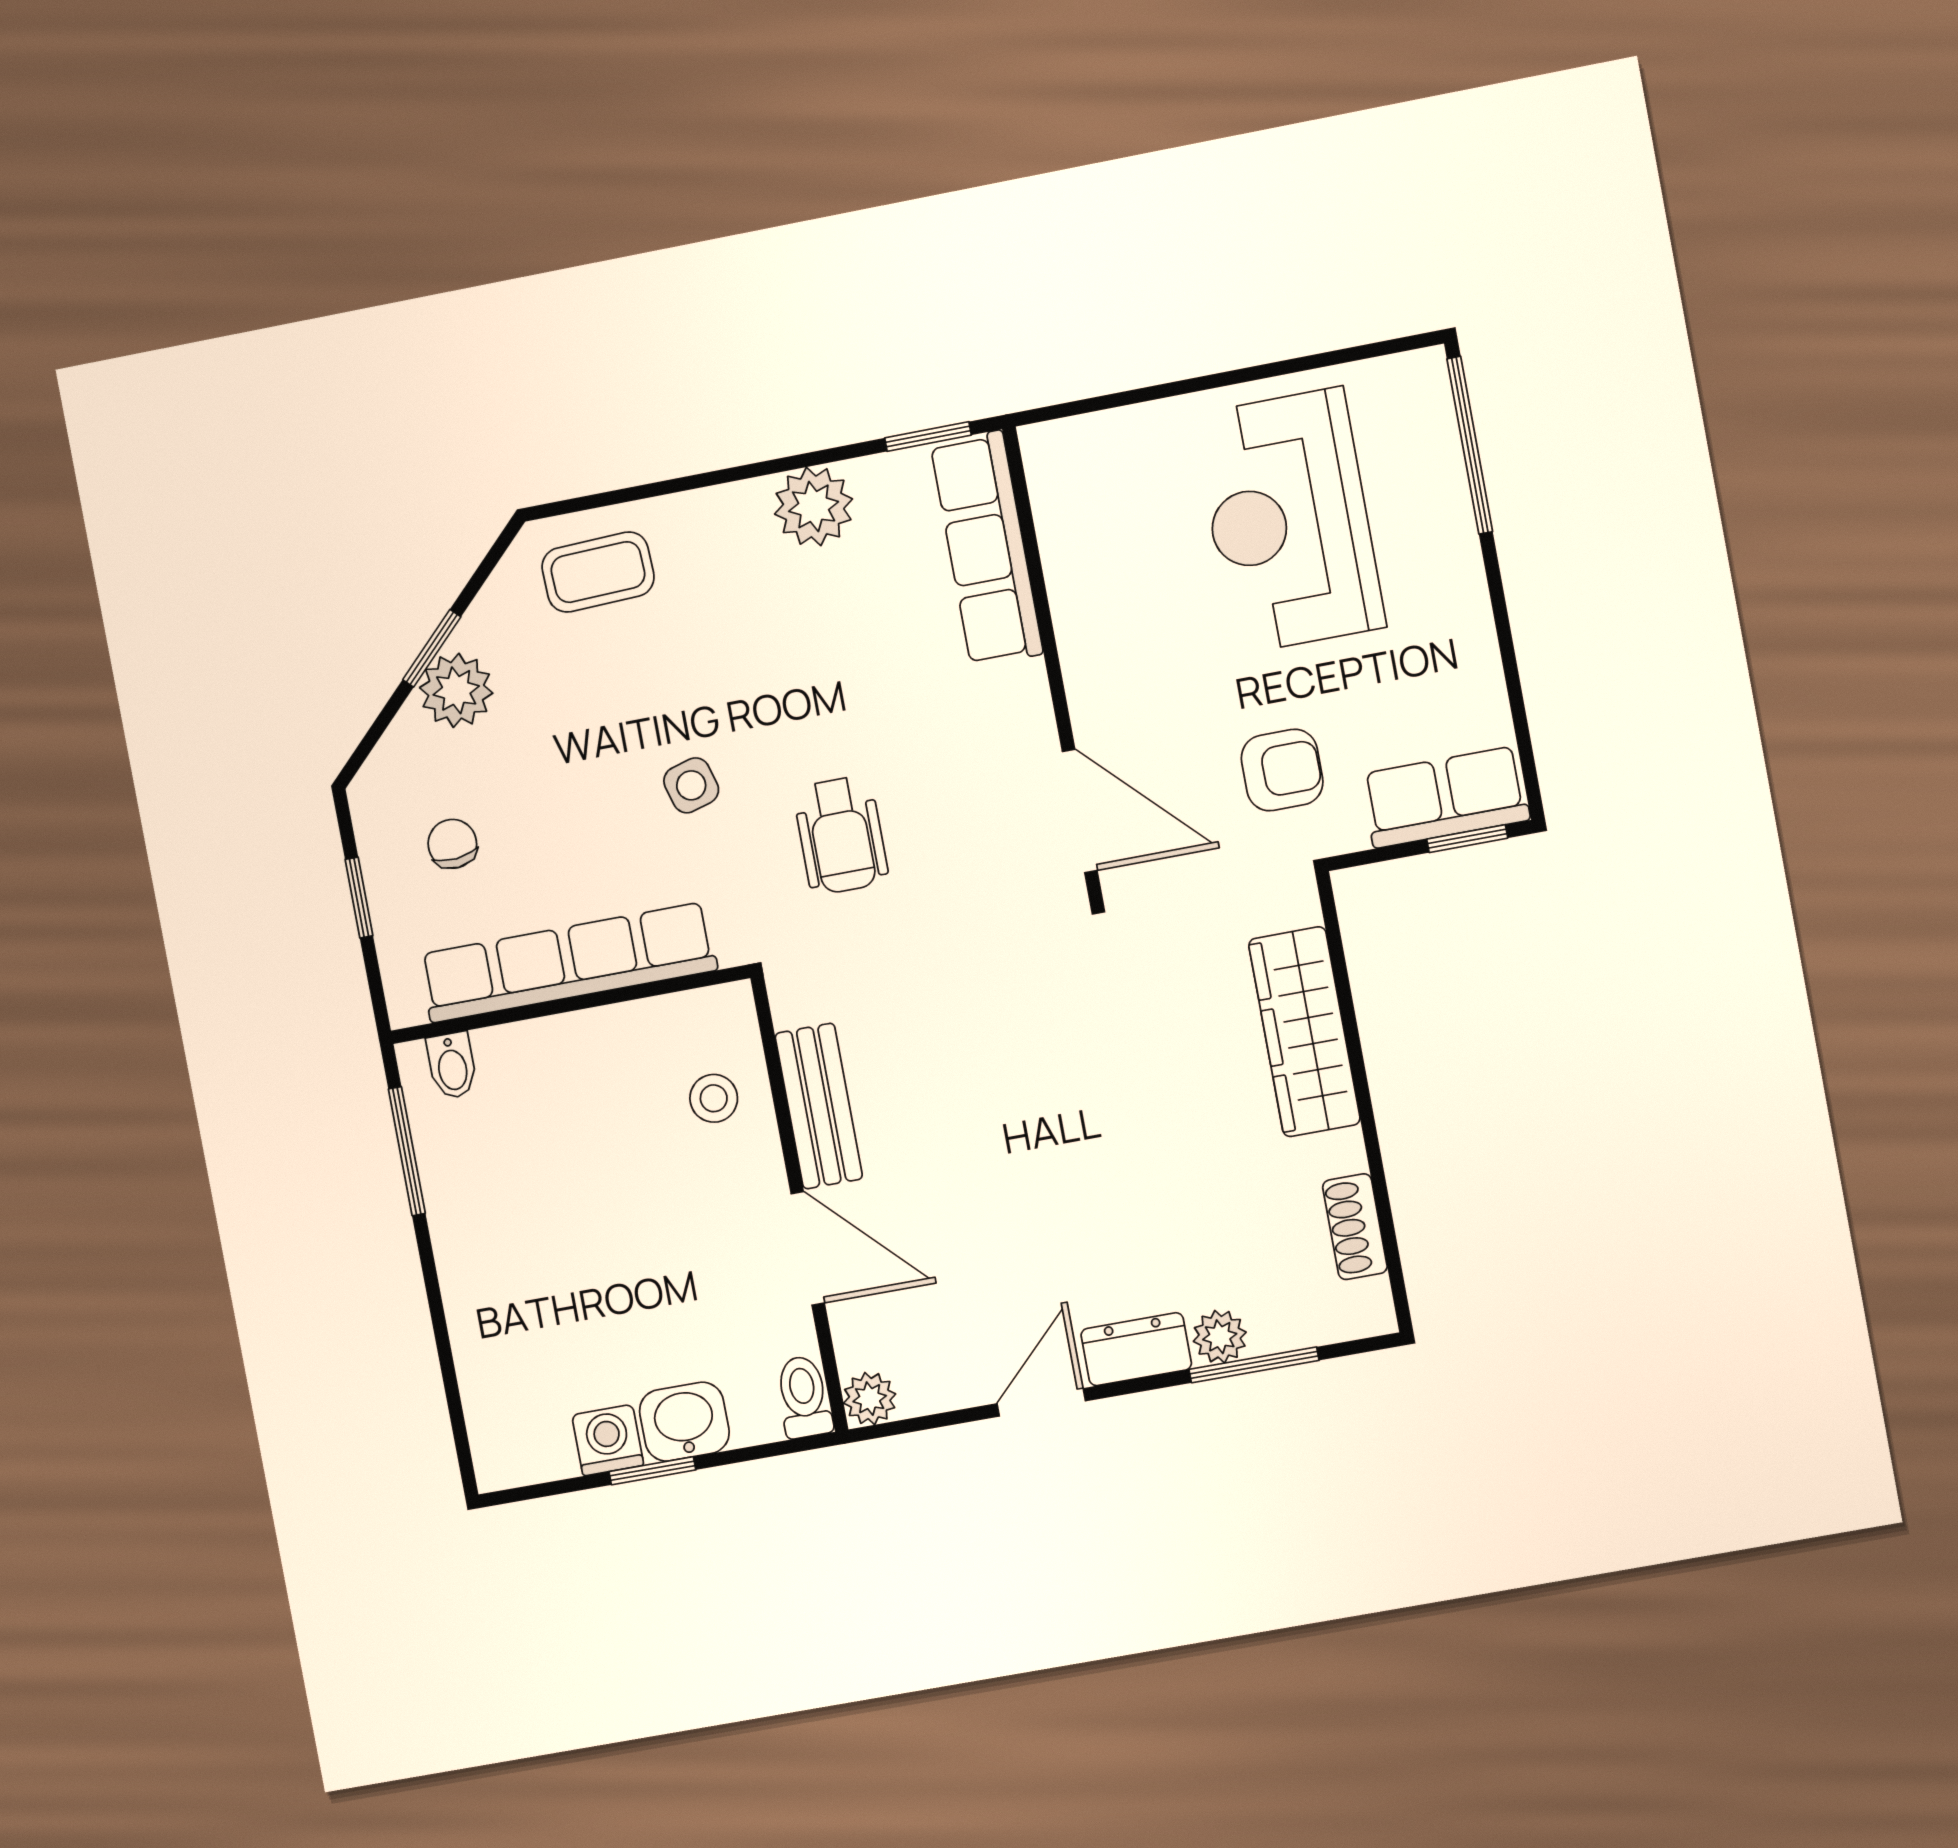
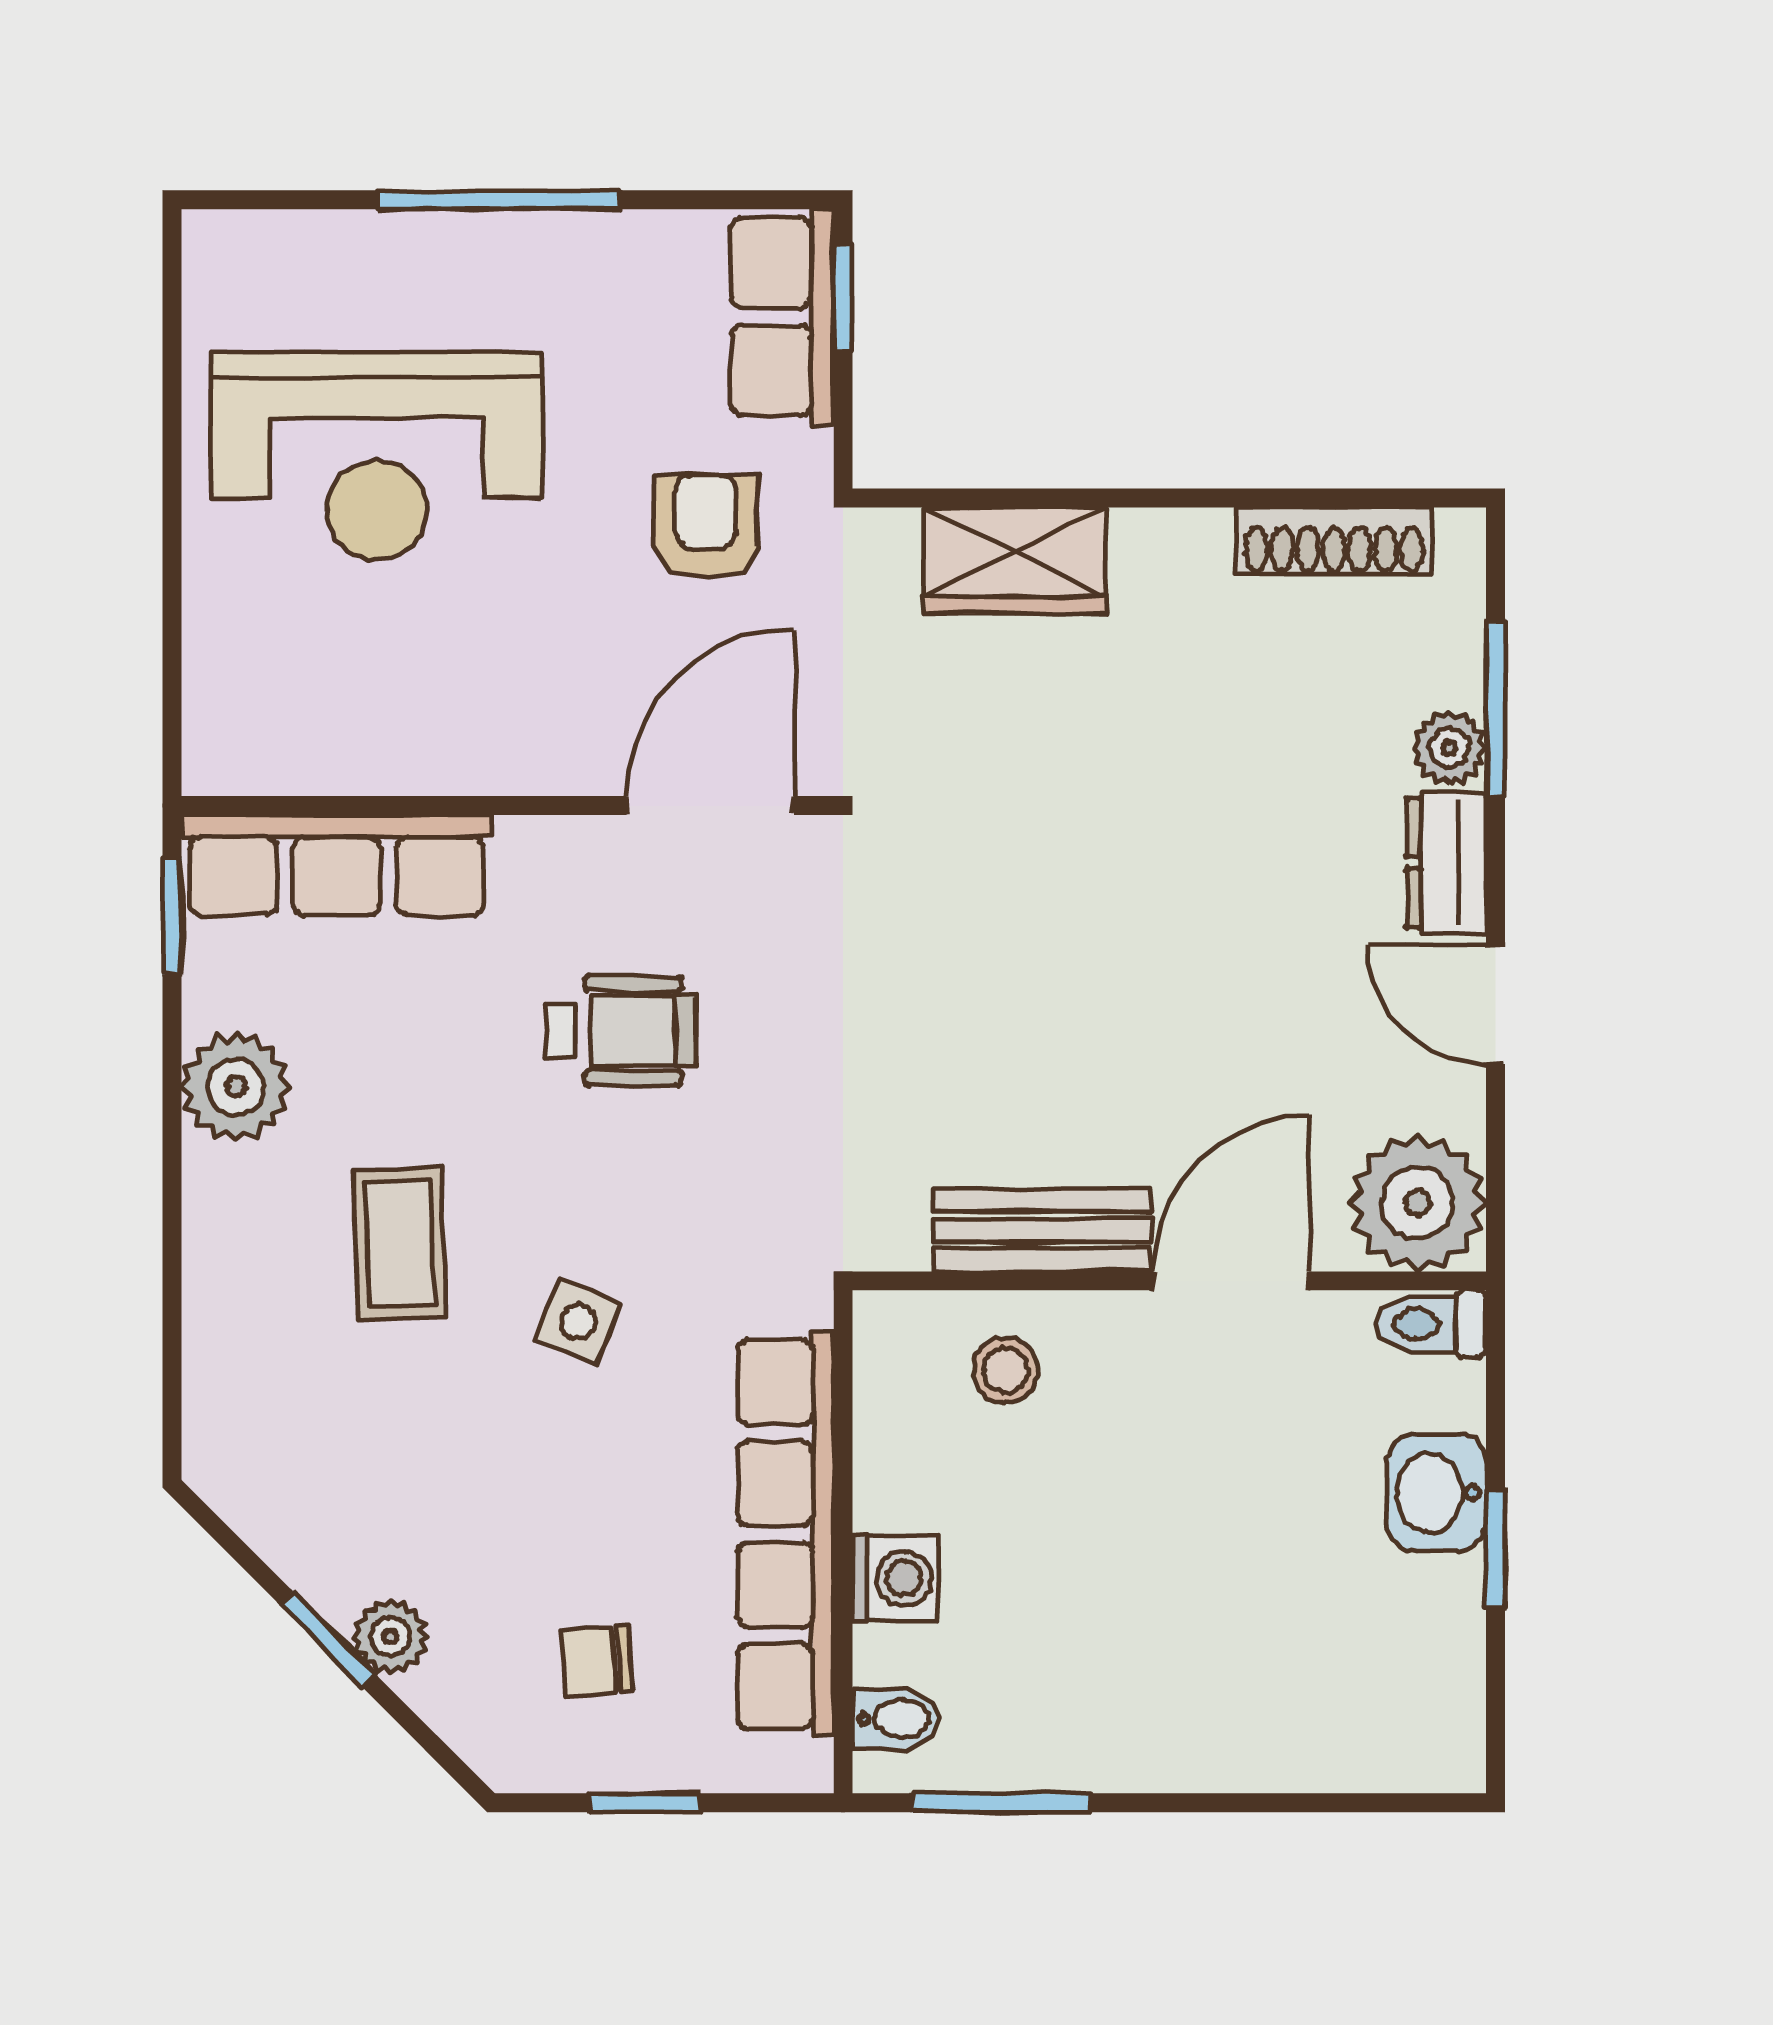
window: (1470, 445) -> (499, 200), moved
coffee table: (598, 572) -> (400, 1243), moved
plant: (456, 690) -> (390, 1636), width x0.73, depth x0.73
side table: (691, 785) -> (578, 1322), turned 38
wheelchair: (841, 835) -> (621, 1031), moved
wardrobe: (1304, 1032) -> (1015, 560), width x0.67
shoe rack: (1355, 1227) -> (1334, 541), width x1.43
plant: (870, 1399) -> (1417, 1203), width x1.88, depth x1.88
washing machine: (608, 1440) -> (895, 1578), moved, turned 180

